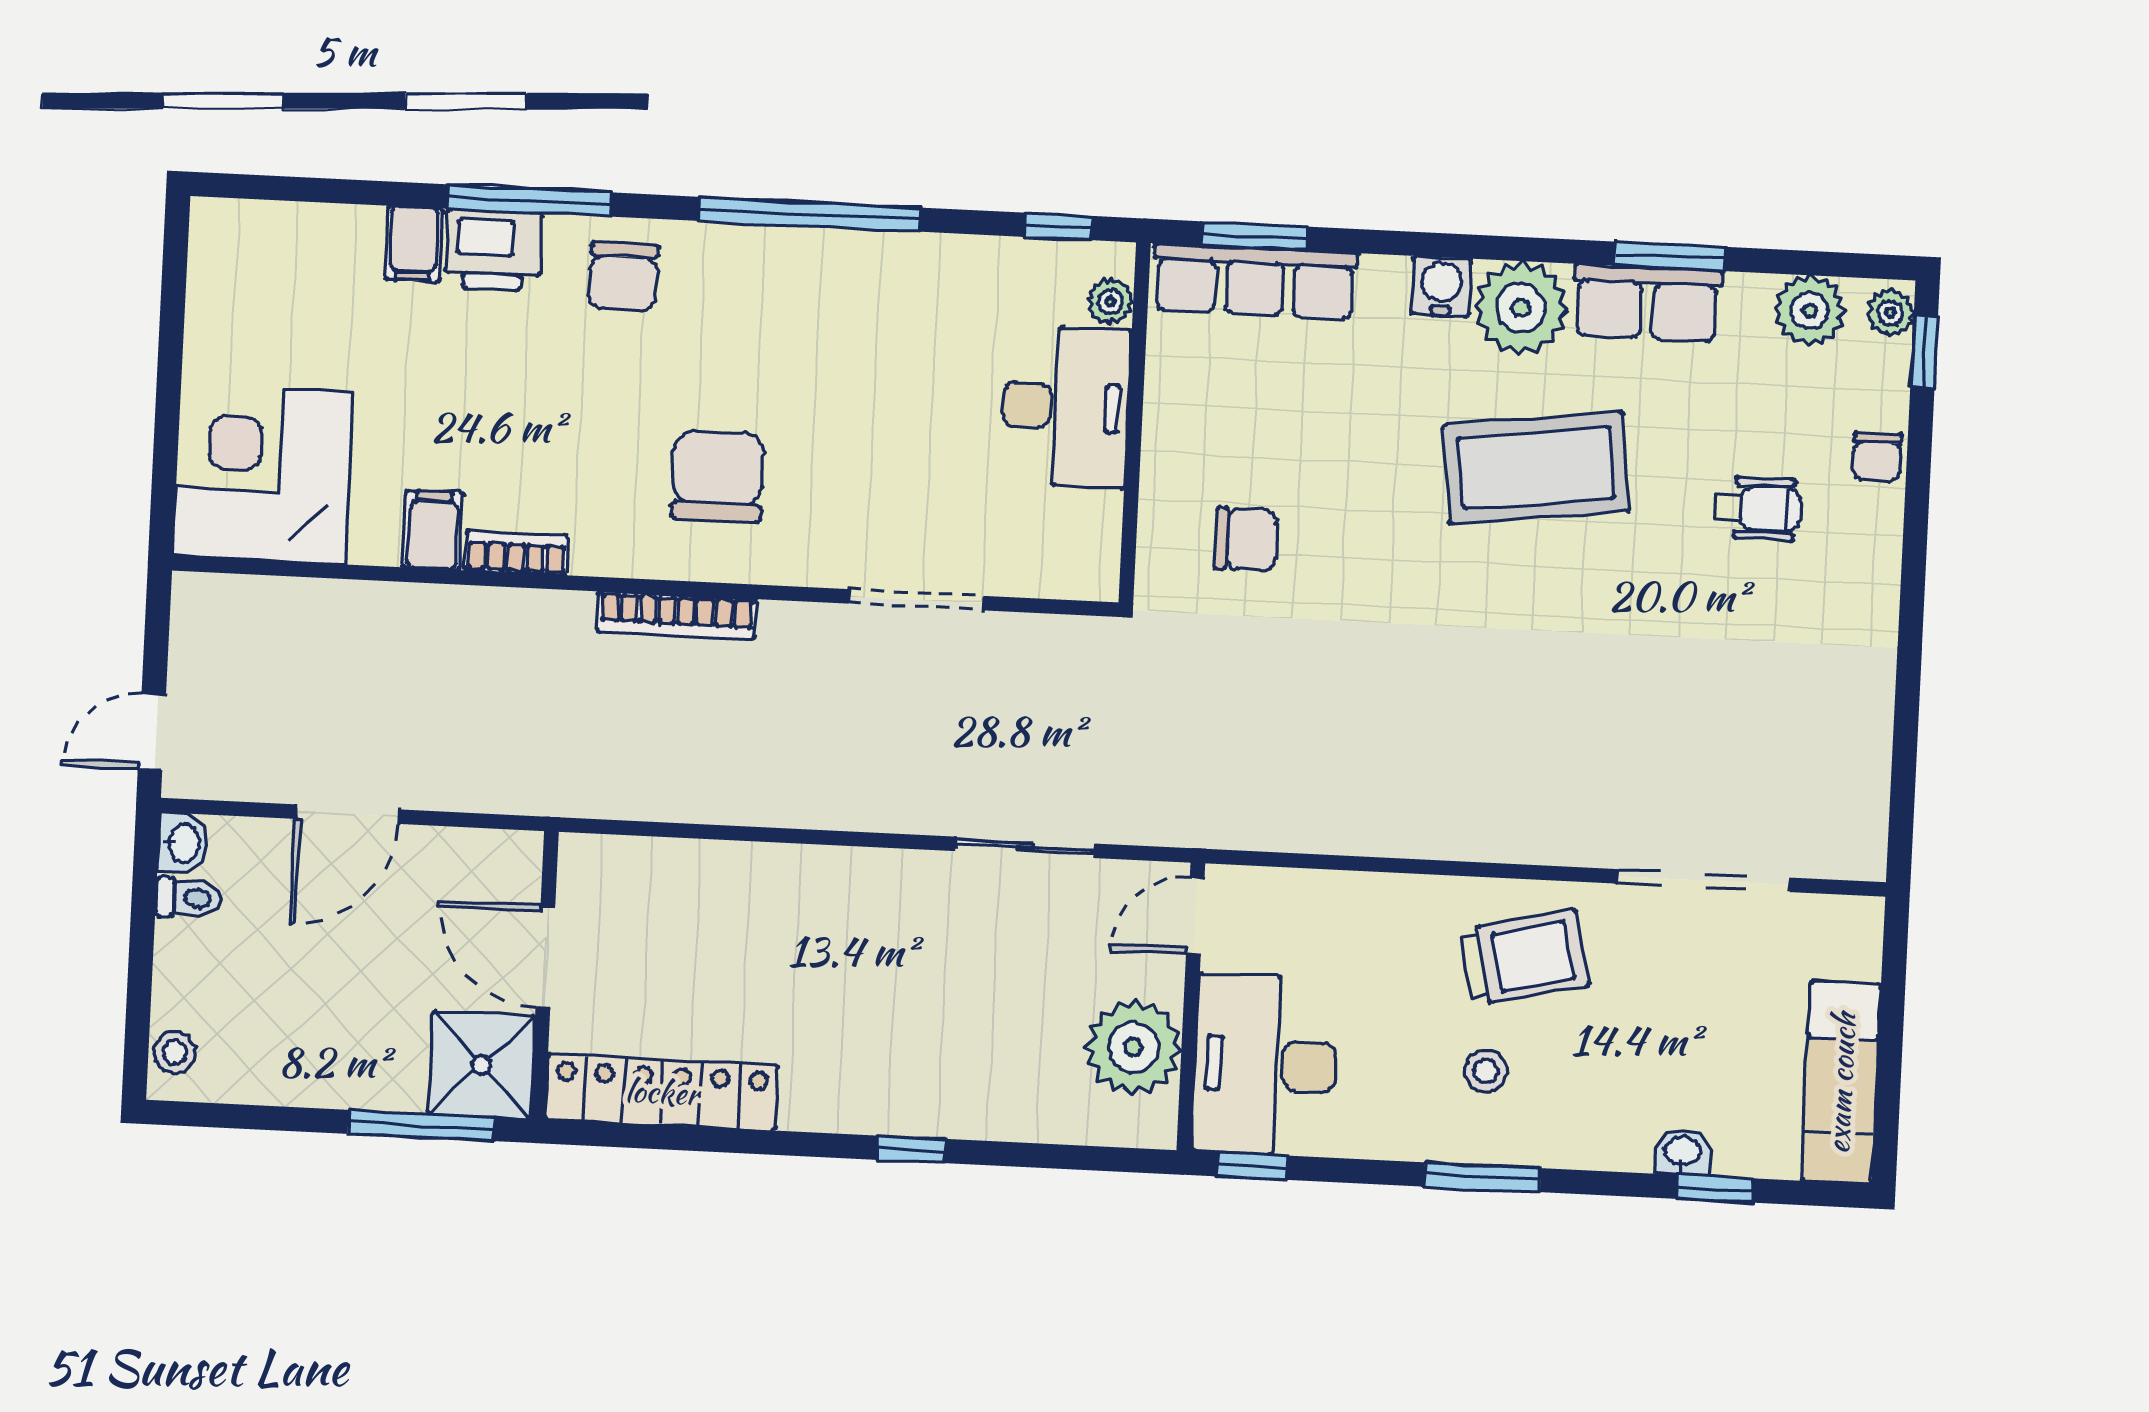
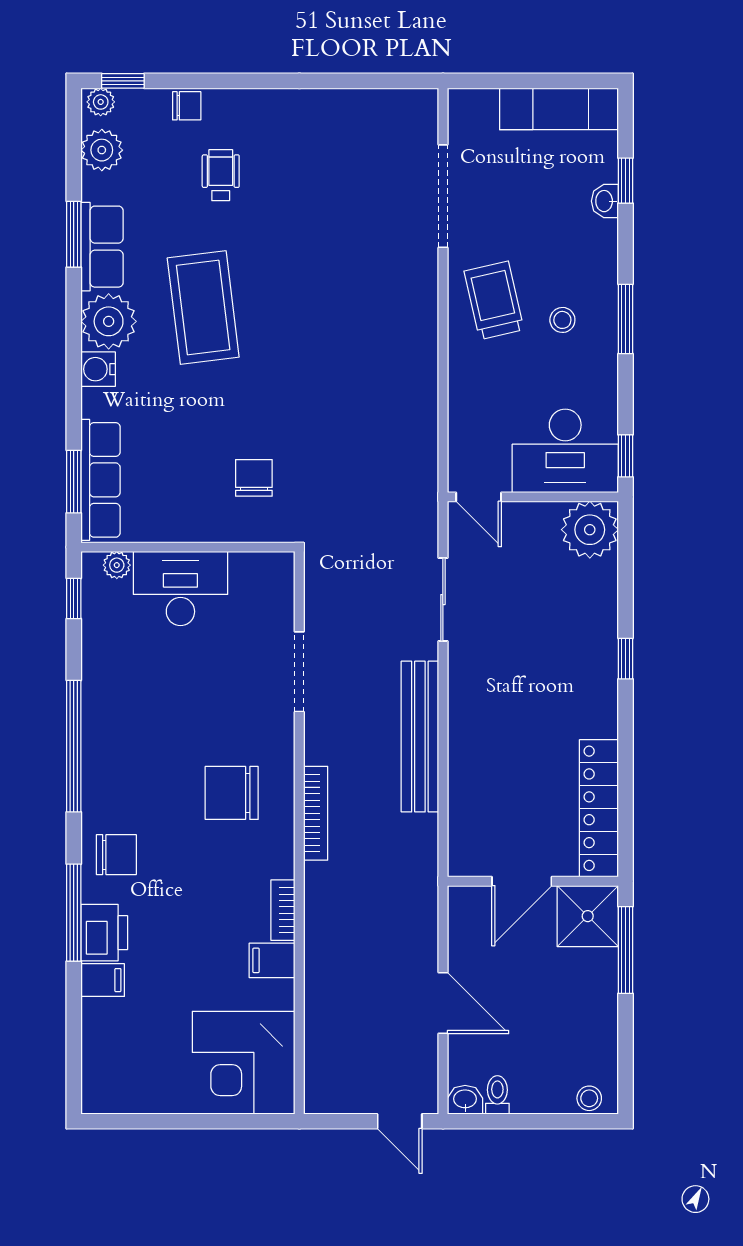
bench: (797, 797) -> (420, 737), added
plant: (1134, 1047) -> (590, 530), moved

